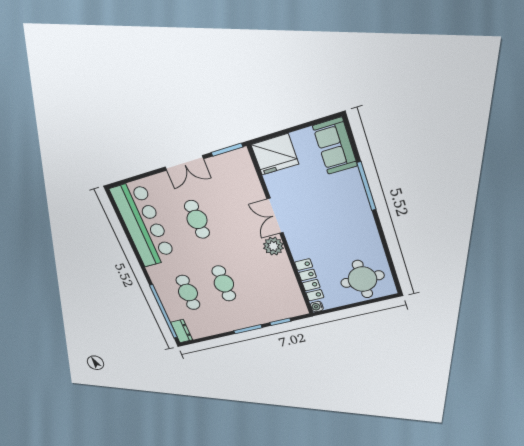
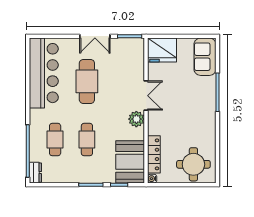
double door: (275, 216) -> (146, 96), swing flipped
cafe table: (197, 219) -> (87, 81), width x1.37, depth x1.35
booth: (284, 295) -> (130, 162), added

